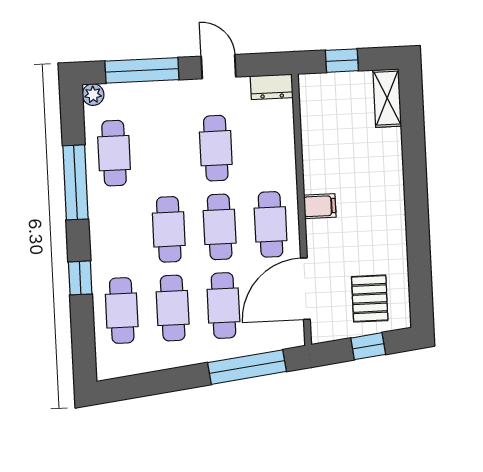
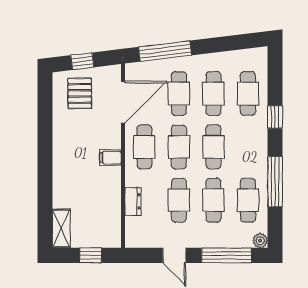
dresser: (272, 87) -> (133, 201), moved, turned 90
cafe table: (165, 151) -> (213, 200), added

